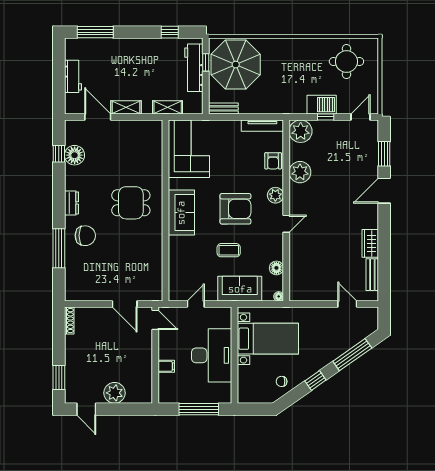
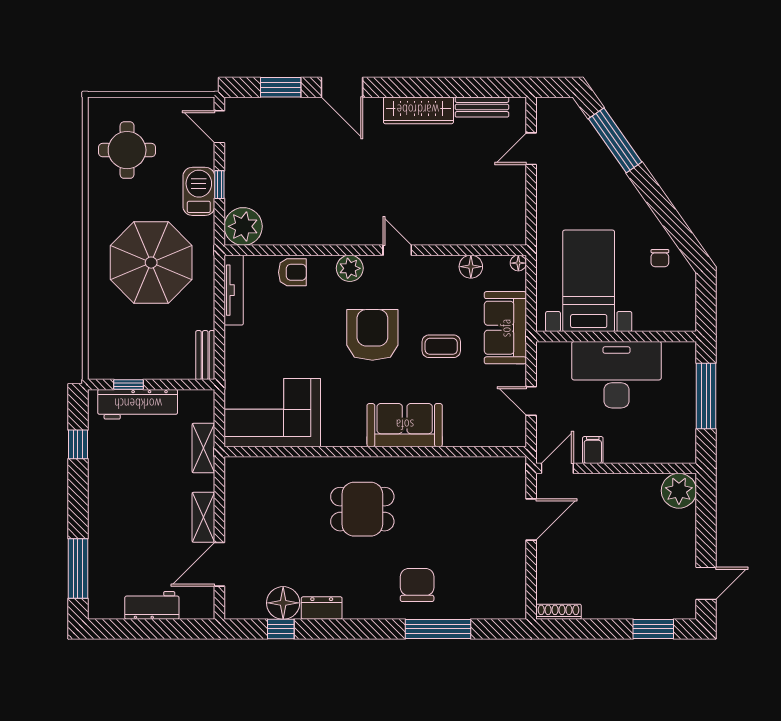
parasol: (236, 65) -> (151, 263), moved
plant: (300, 172) -> (311, 228), removed
dresser: (71, 203) -> (322, 608), moved
dining table: (131, 203) -> (362, 509), turned 90
sofa: (181, 213) -> (405, 425), moved
wardrobe: (370, 243) -> (418, 110), width x1.50
coffee table: (229, 250) -> (441, 346), turned 90
filing cabinet: (166, 366) -> (593, 450), moved
window: (315, 381) -> (658, 202), removed
plant: (115, 393) -> (679, 491), moved

